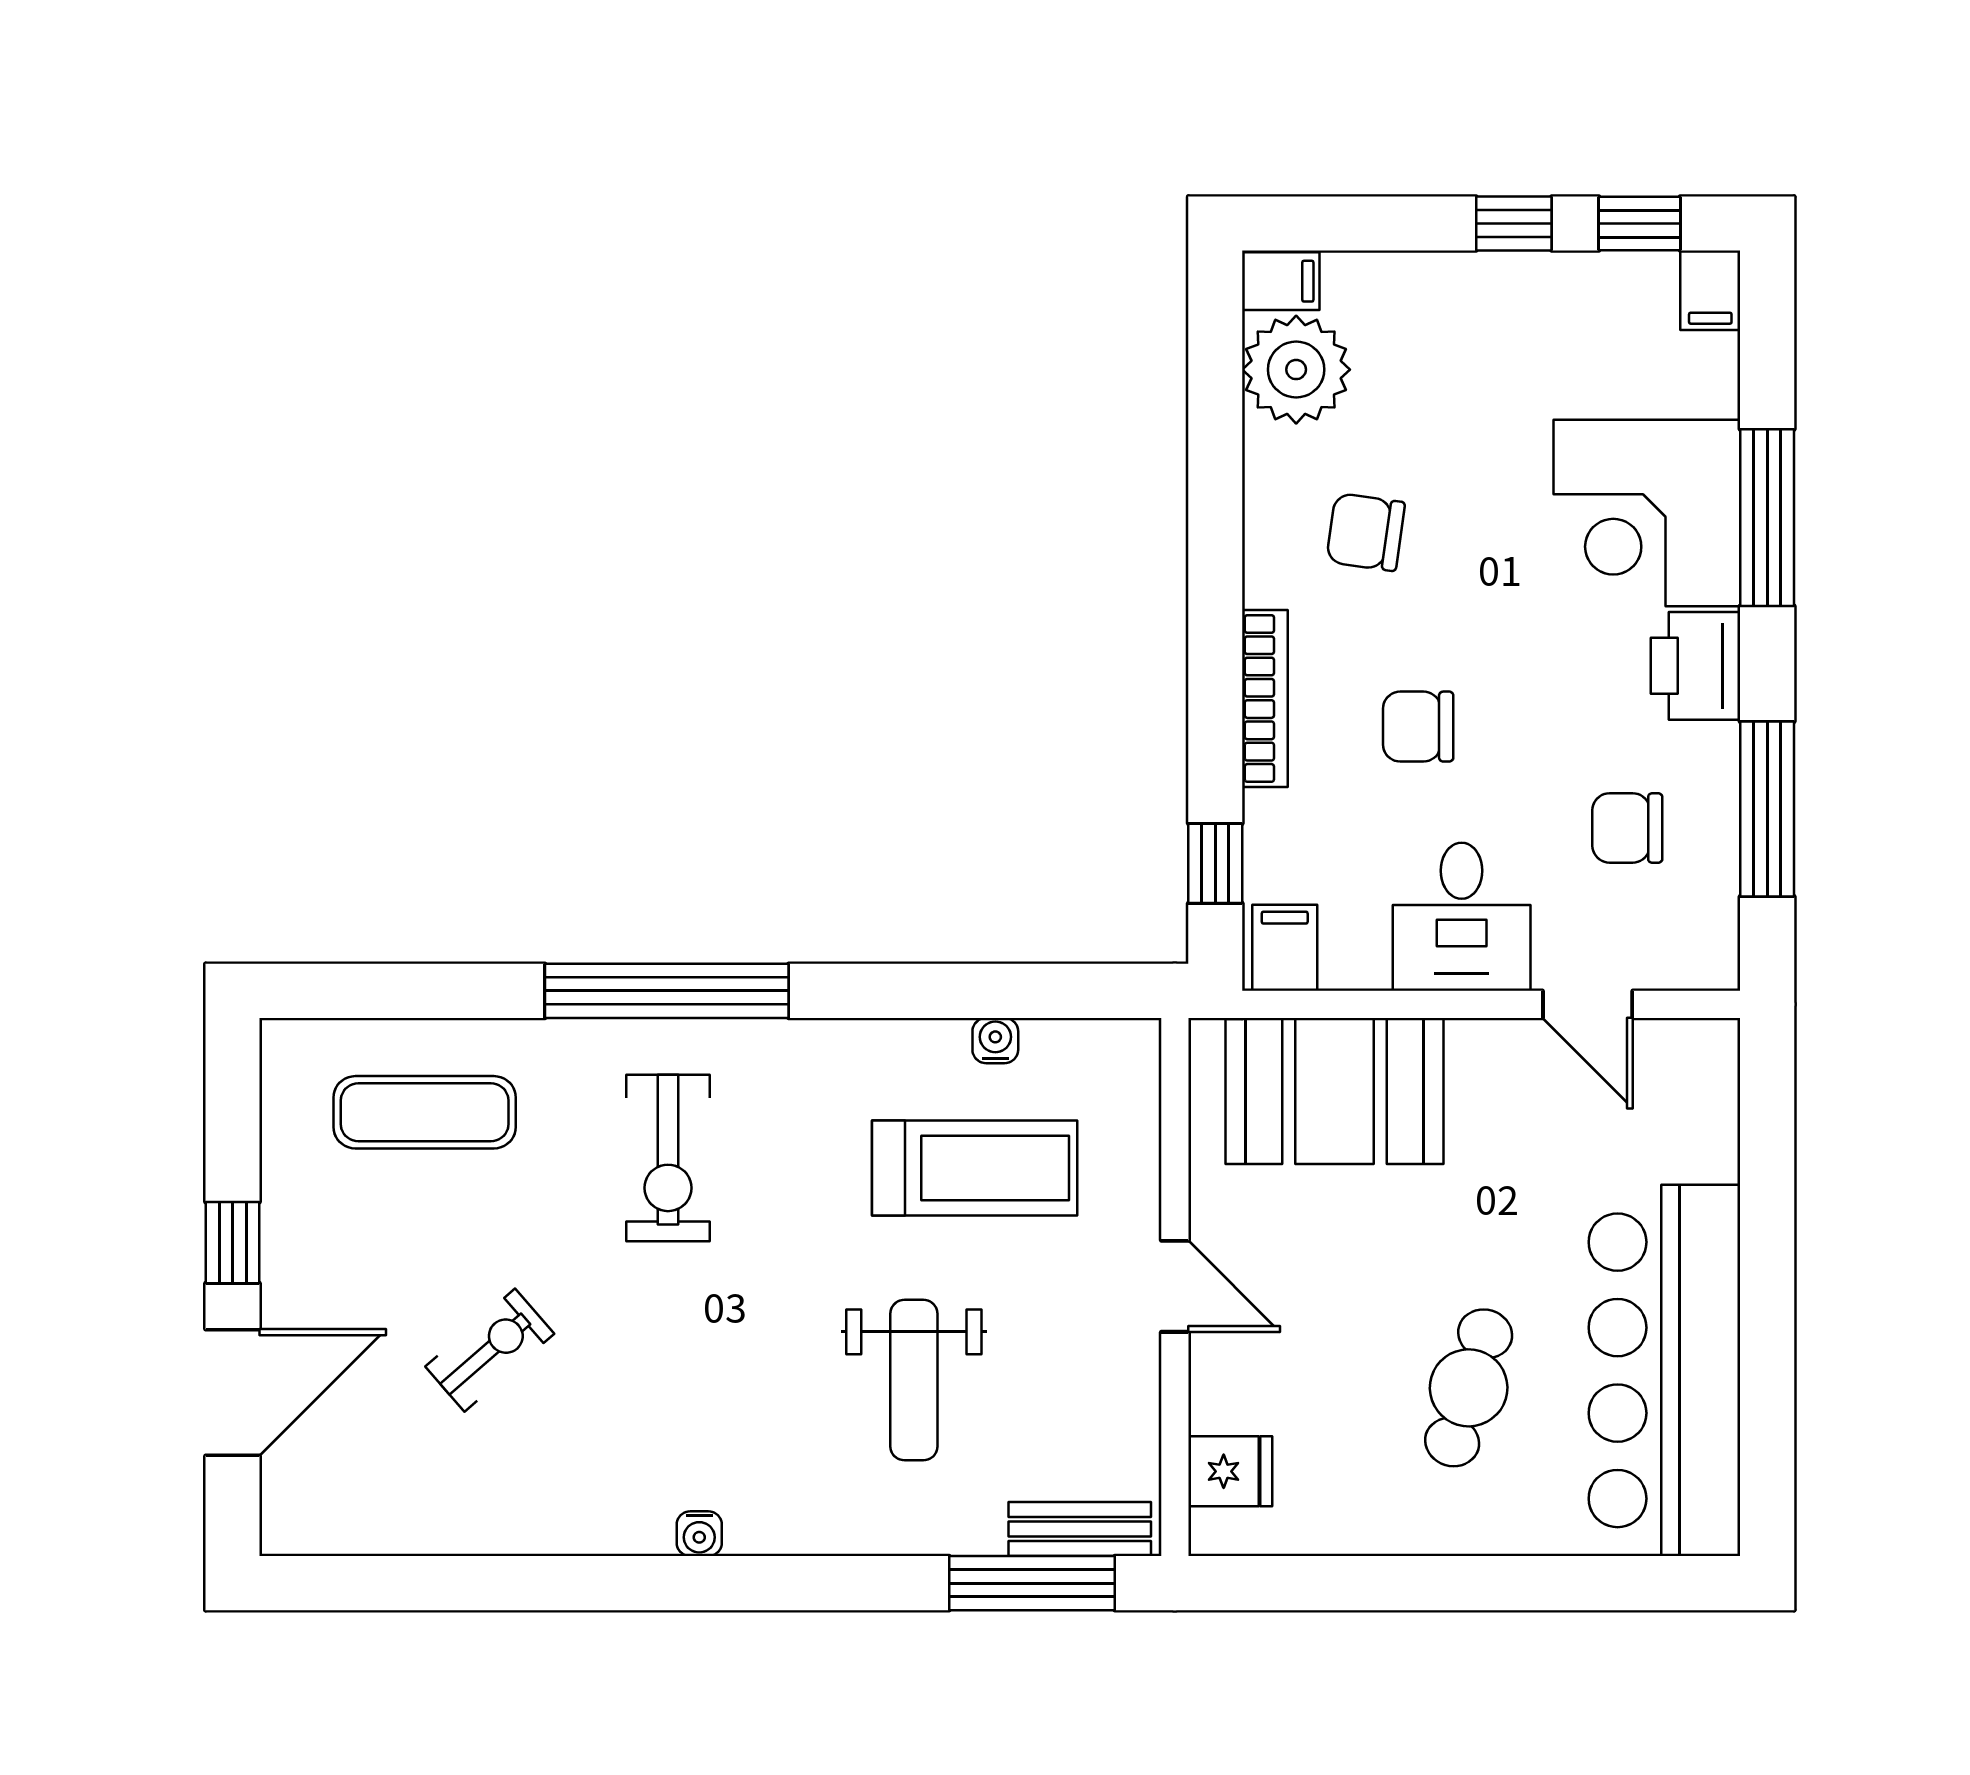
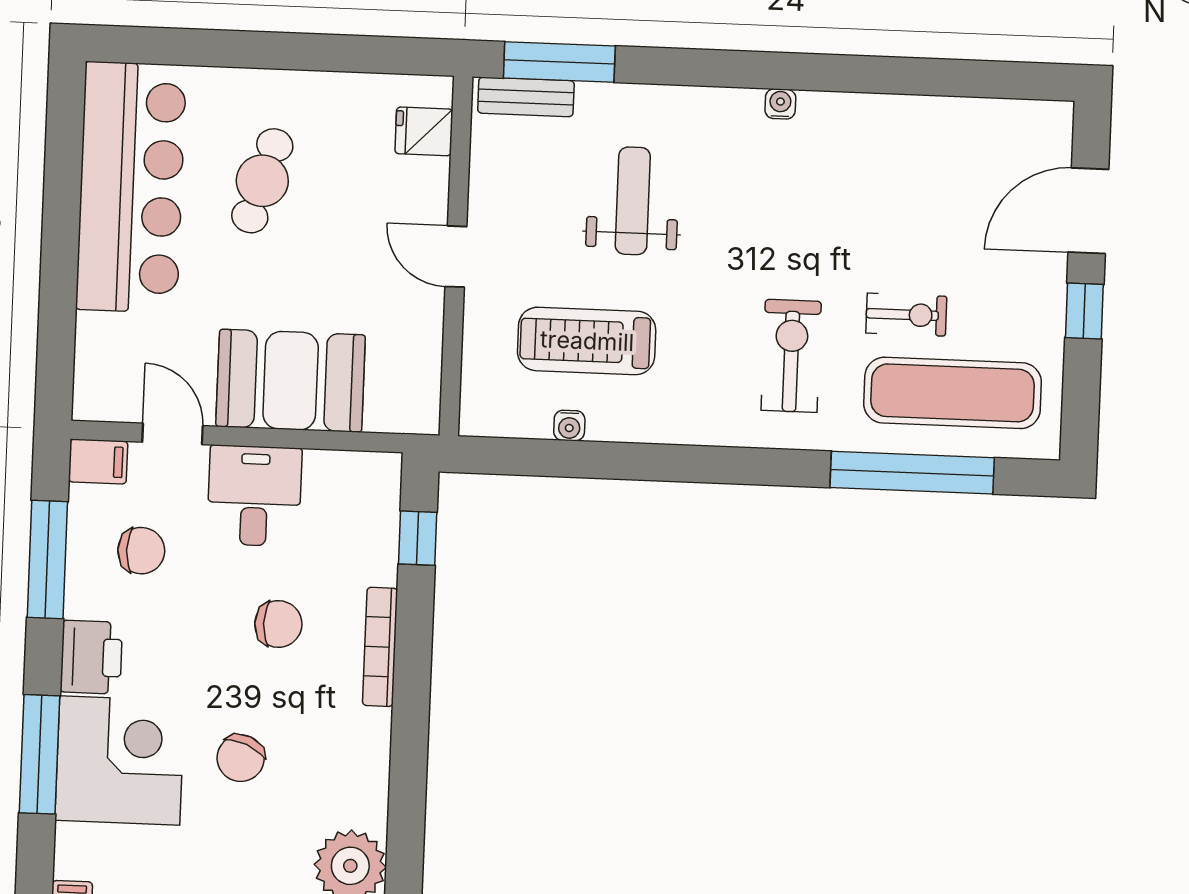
chair: (1366, 532) -> (241, 758), moved, turned 105
filing cabinet: (1285, 948) -> (98, 461), moved, turned -90
window: (667, 991) -> (912, 473), moved
booth: (1334, 1091) -> (291, 381), moved
exercise mat: (425, 1112) -> (953, 393), width x1.36, depth x1.45
exercise bike: (490, 1350) -> (906, 315), moved, turned -139

